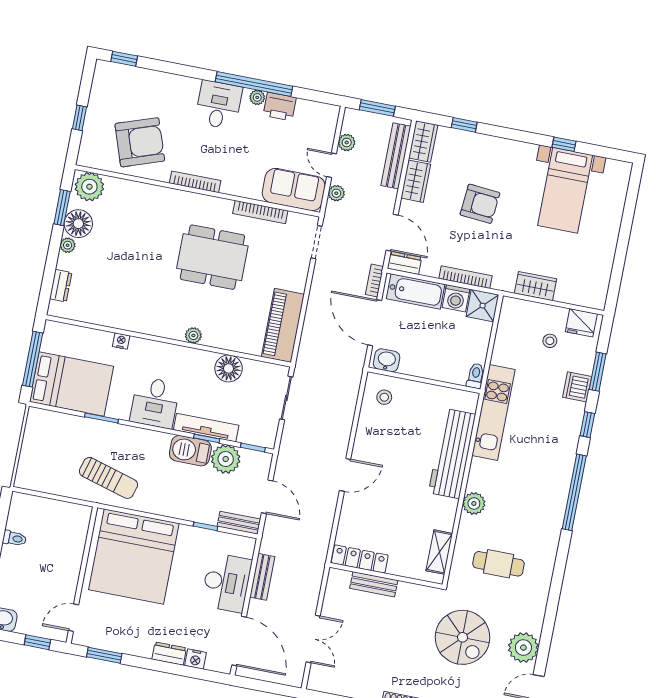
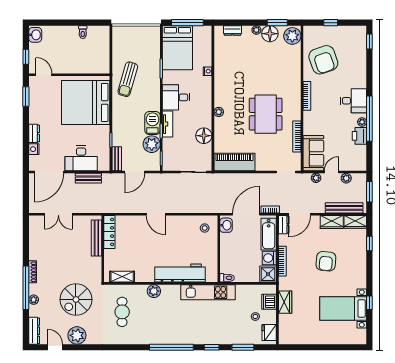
dishwasher: (577, 387) -> (269, 302), moved, turned -90
tv unit: (206, 428) -> (167, 124), width x0.71
bench: (374, 584) -> (96, 238), width x1.36

